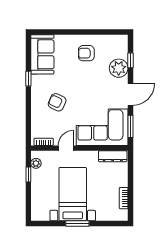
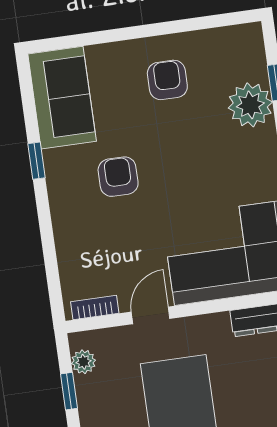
armchair: (86, 53) -> (167, 80), turned 90
armchair: (57, 102) -> (118, 177), moved, turned 65

